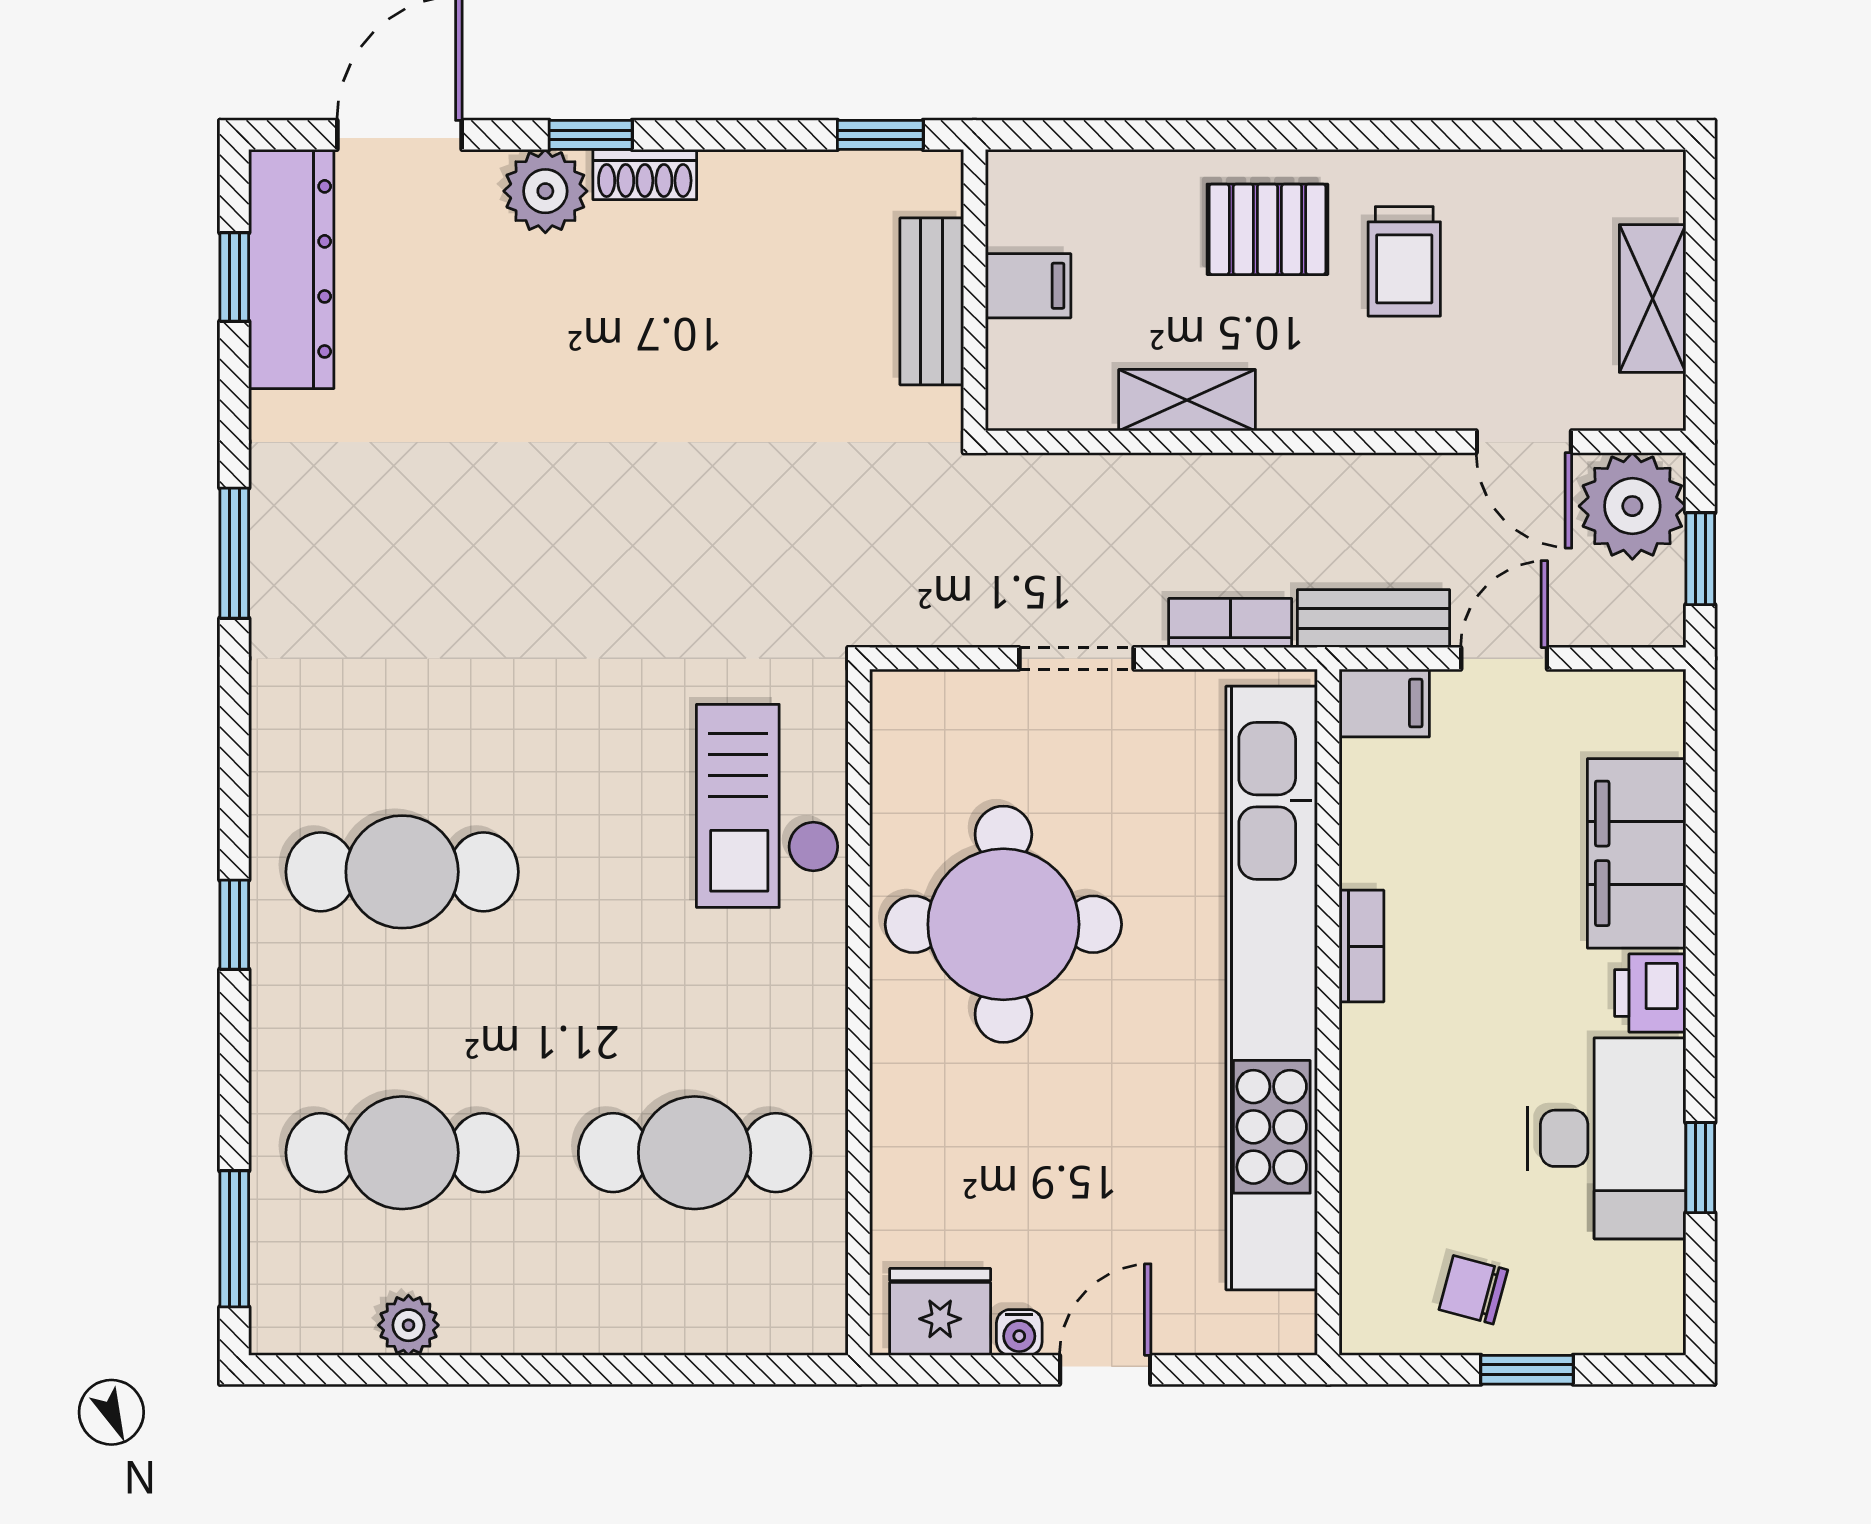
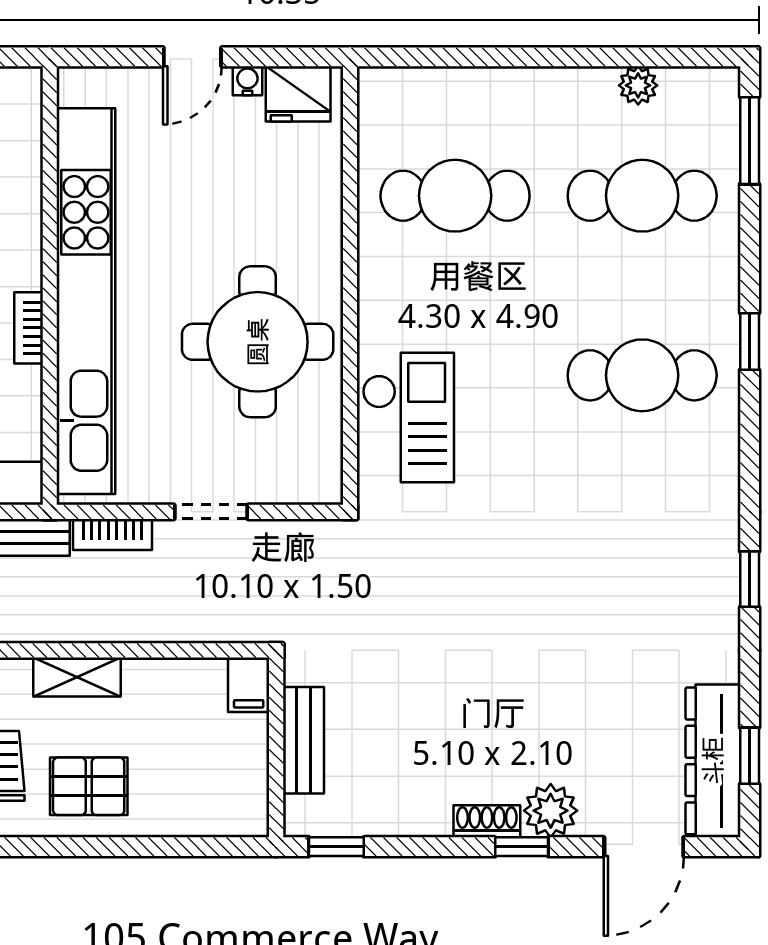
filing cabinet: (1028, 286) -> (249, 685), moved, turned -90
shelving: (1187, 400) -> (77, 677), moved
window: (234, 553) -> (750, 579), width x0.67

